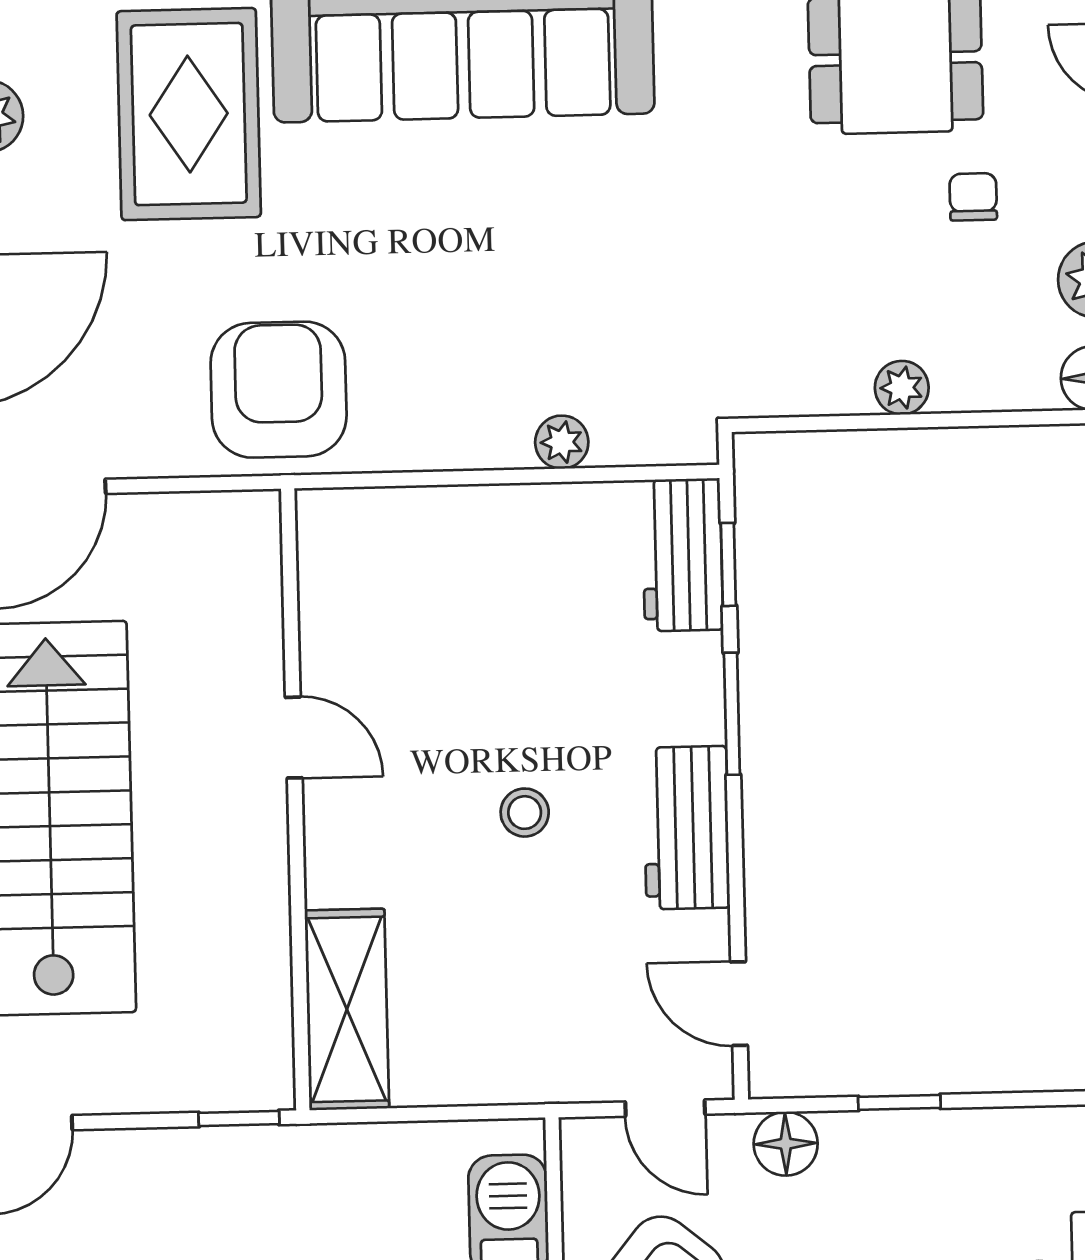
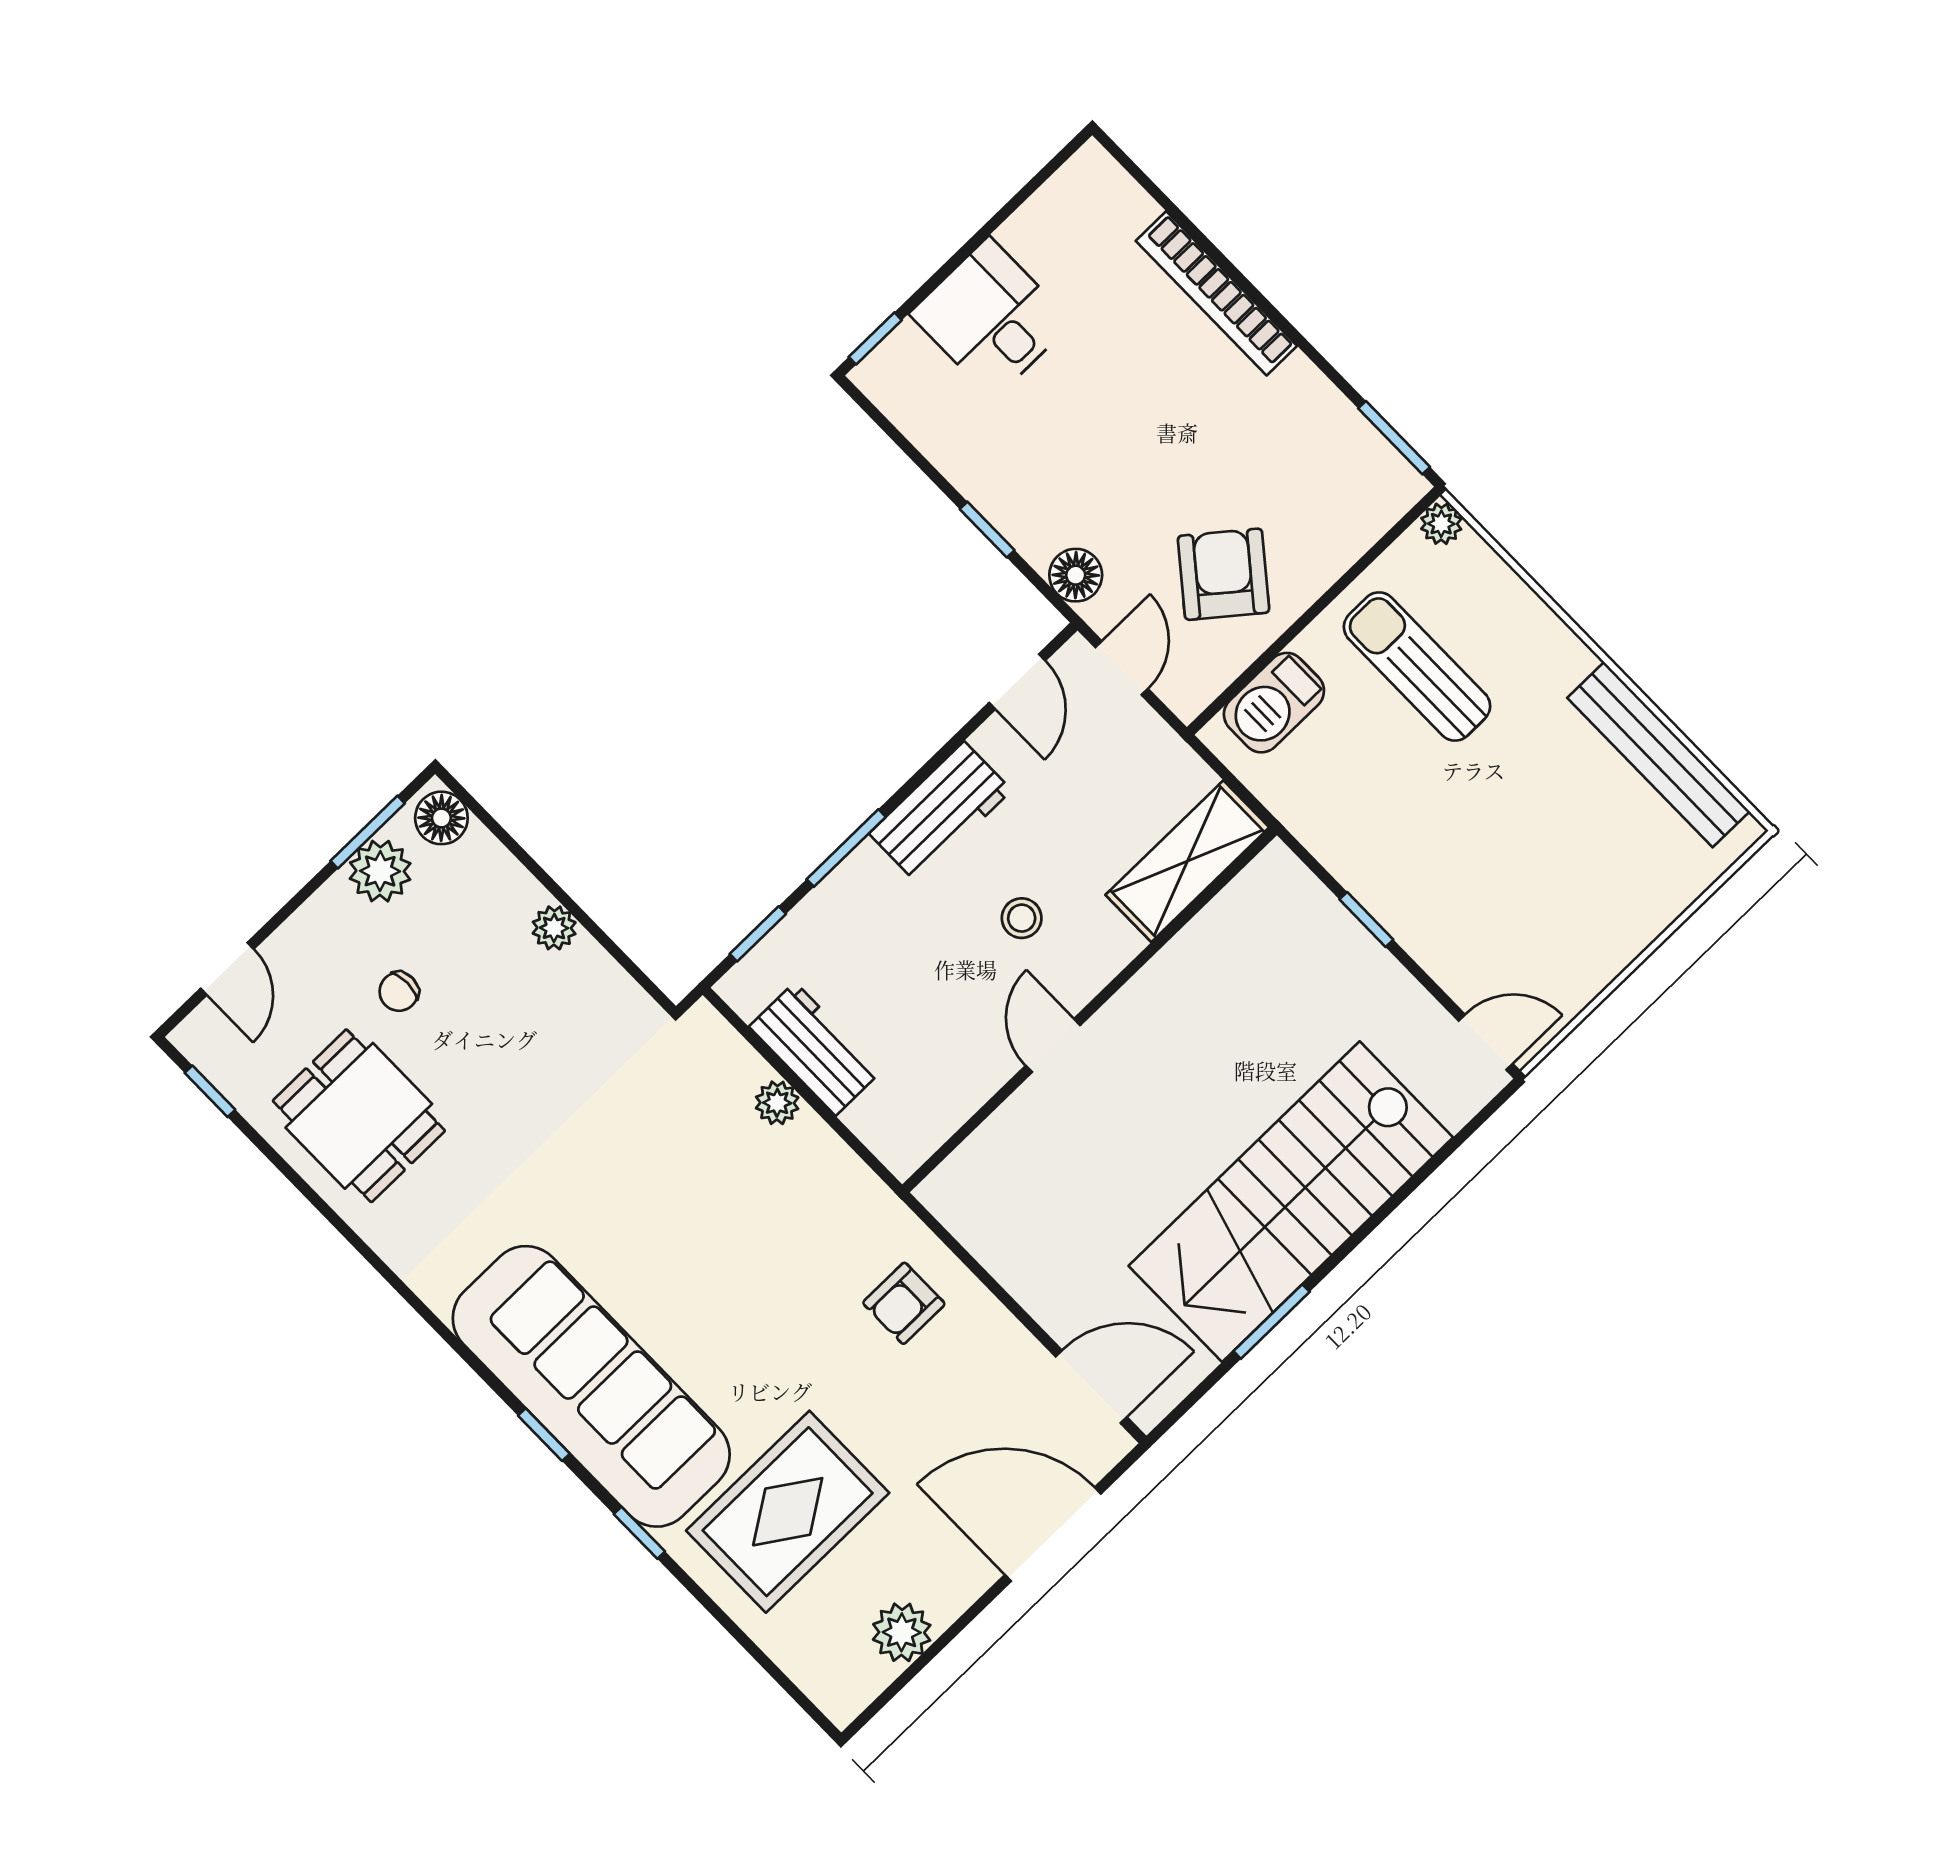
armchair: (279, 390) -> (904, 1303), width x0.53, depth x0.53
workbench: (682, 555) -> (815, 1049), moved, turned -90
door: (294, 738) -> (1053, 1045), moved
wall: (295, 799) -> (1089, 1010), moved
shelving: (347, 1009) -> (1187, 861), moved

